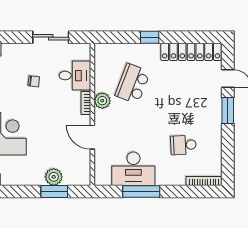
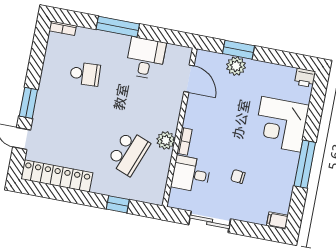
window: (150, 37) -> (118, 204), moved
door: (92, 137) -> (189, 79), moved
desk: (133, 169) -> (146, 58), width x0.73
bookcase: (204, 181) -> (63, 28), width x0.64
window: (141, 191) -> (118, 27), moved

